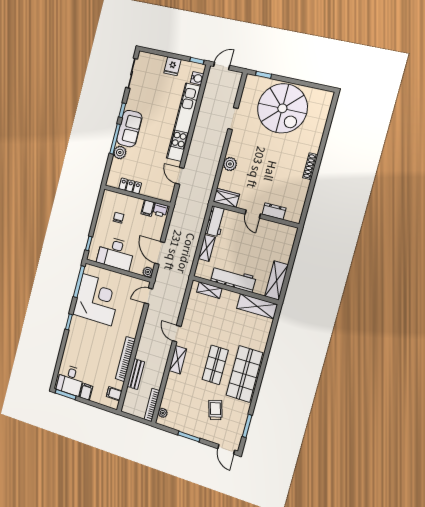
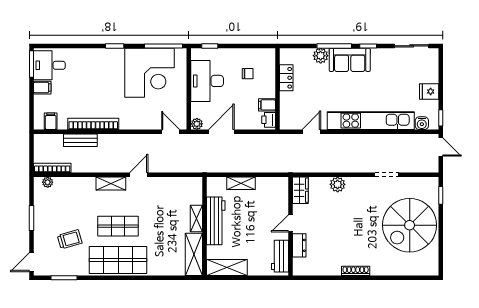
workbench: (216, 221) -> (280, 256), moved, turned 90
shelving: (209, 290) -> (196, 219), moved

